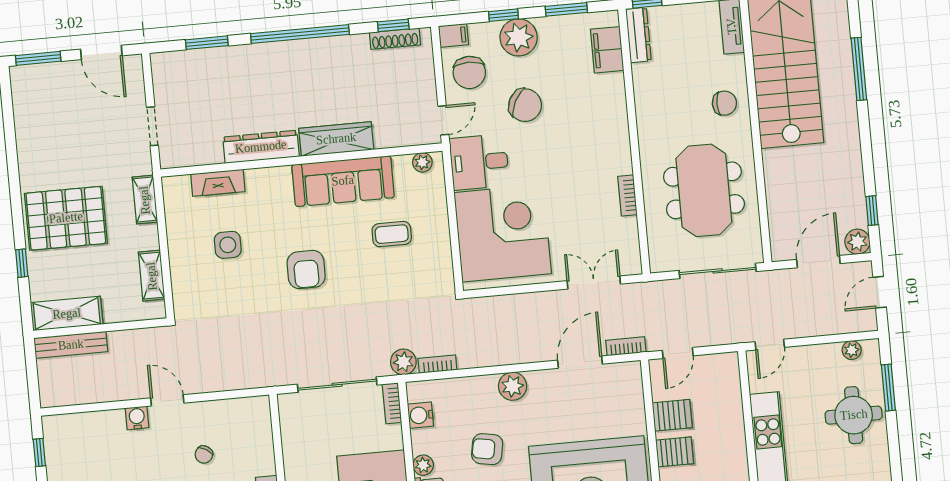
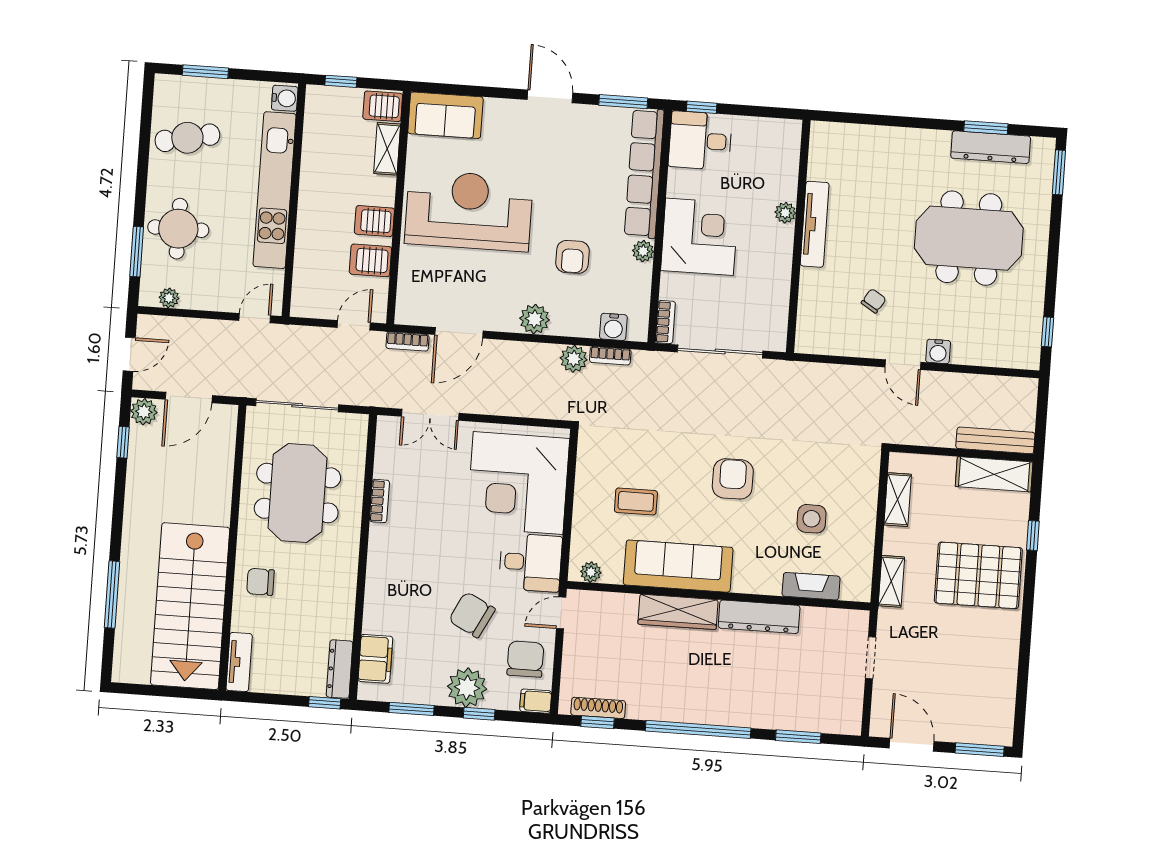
plant: (403, 362) -> (574, 359), moved
water cooler: (420, 415) -> (613, 327), moved, turned 90
armchair: (487, 449) -> (572, 257), turned 80

